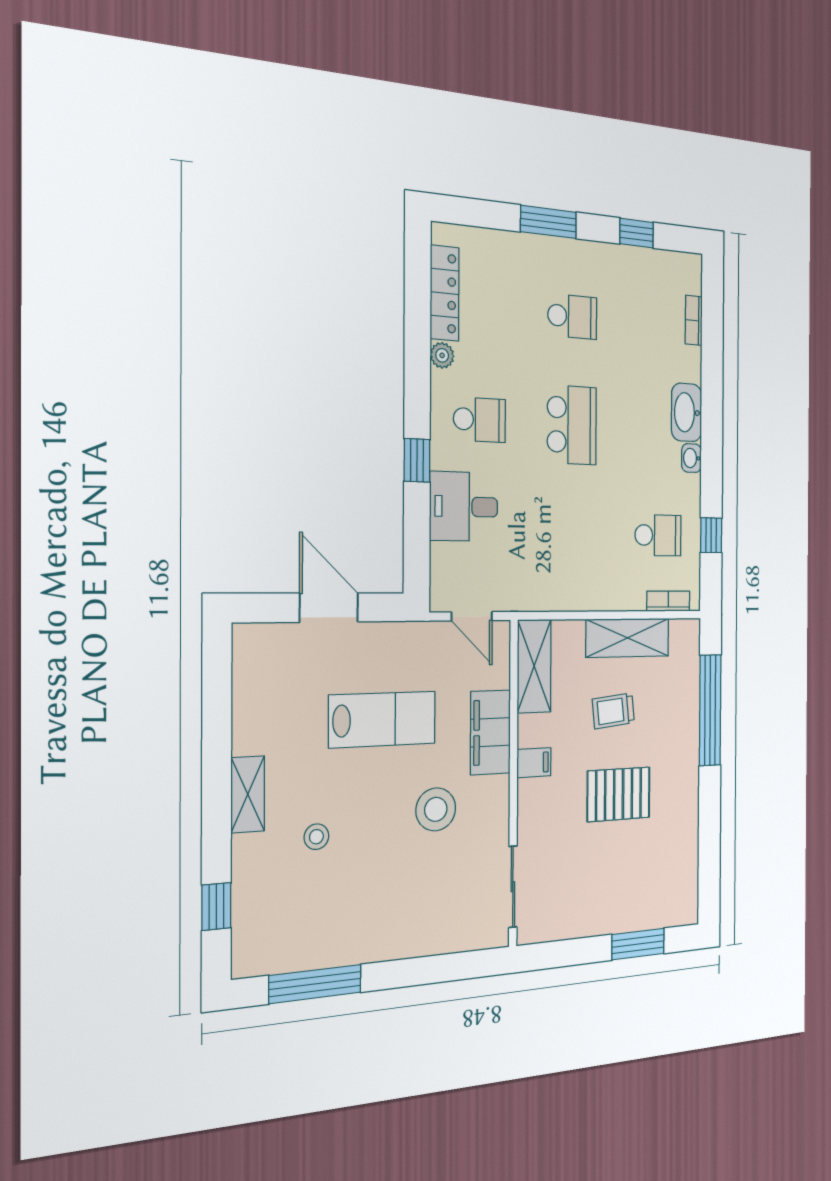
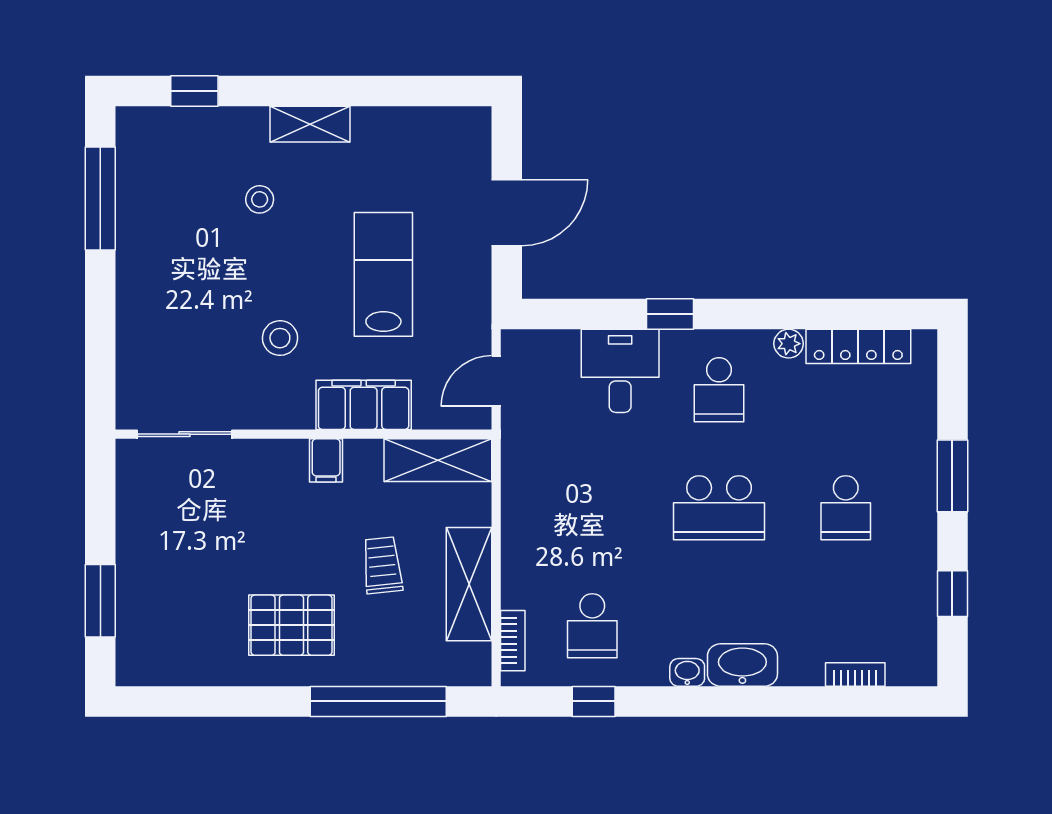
lab bench: (382, 719) -> (383, 274), turned 180
pallet: (619, 794) -> (291, 625), moved, turned 90
stool: (436, 809) -> (280, 338), width x0.73, depth x0.73

